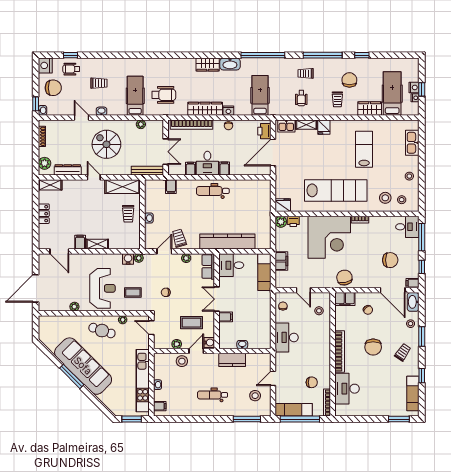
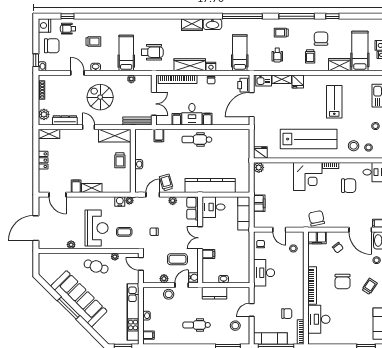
printer: (293, 221) -> (270, 167), removed
corner desk: (329, 237) -> (308, 176), width x0.74, depth x0.74
chair: (390, 260) -> (349, 186), moved

